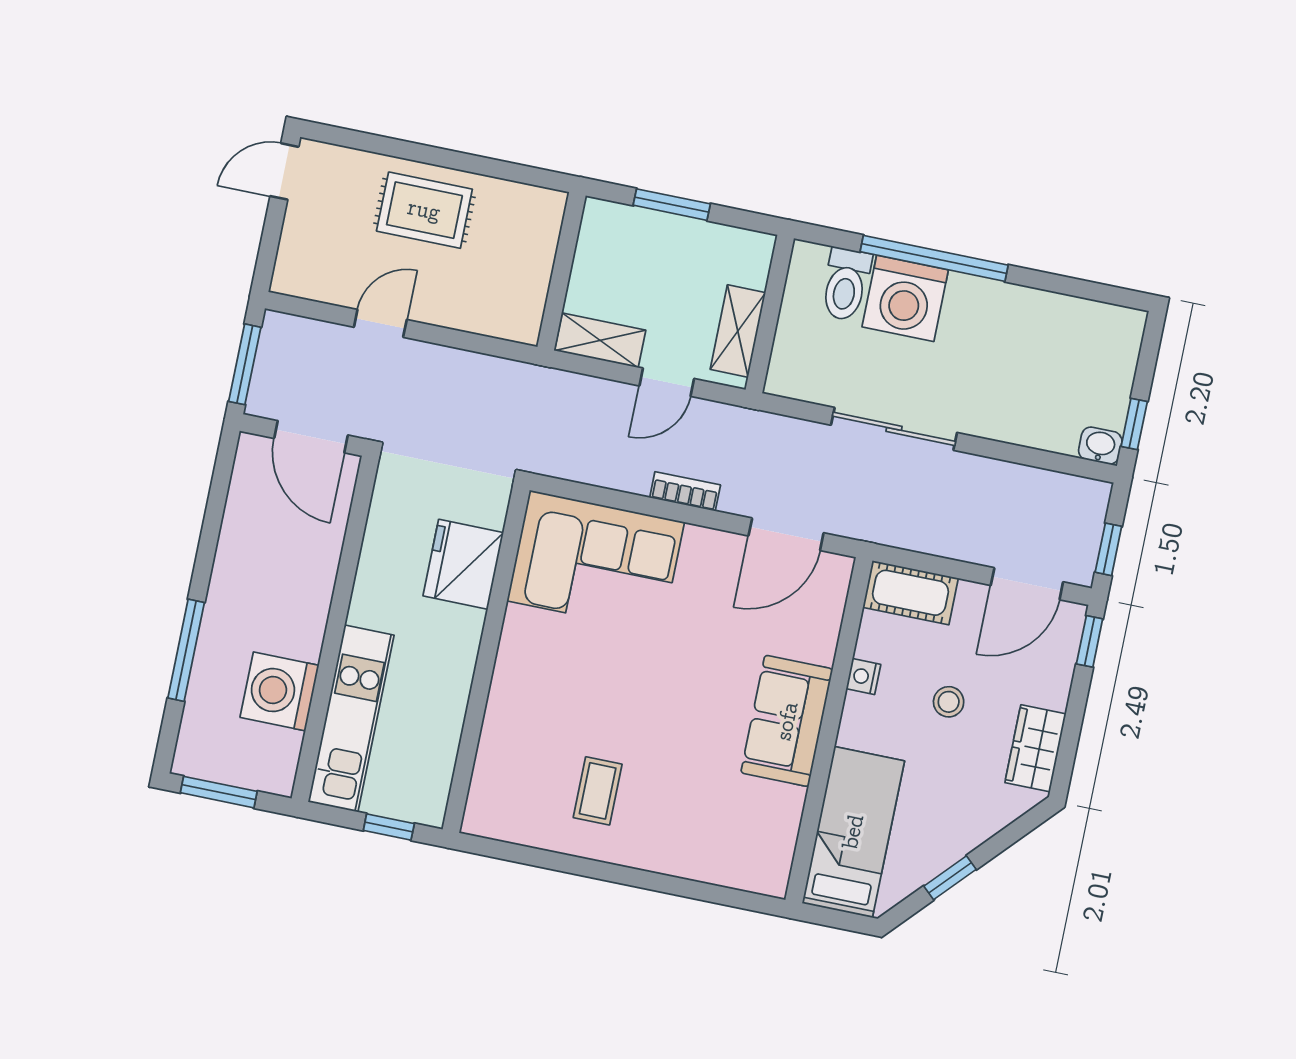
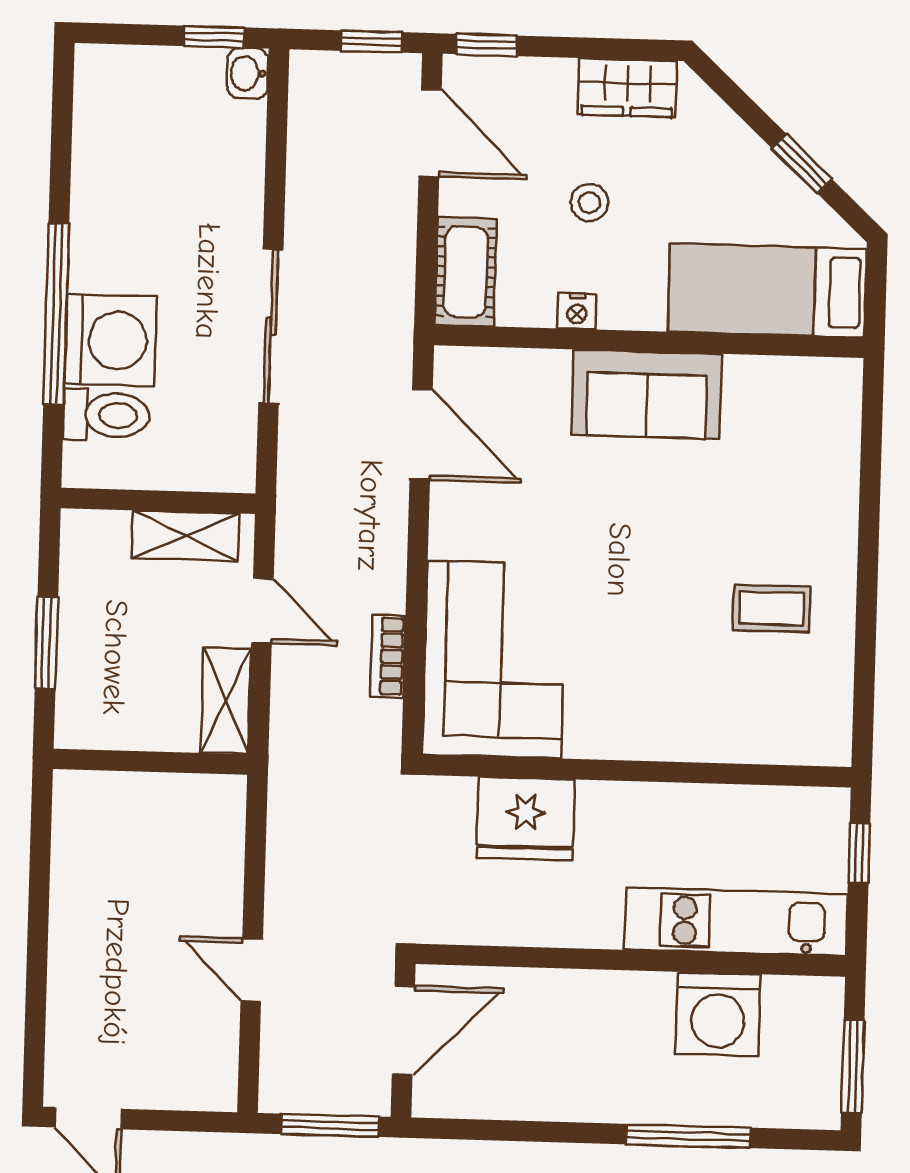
rug: (424, 210) -> (105, 940), removed
bookcase: (685, 491) -> (388, 656), moved

